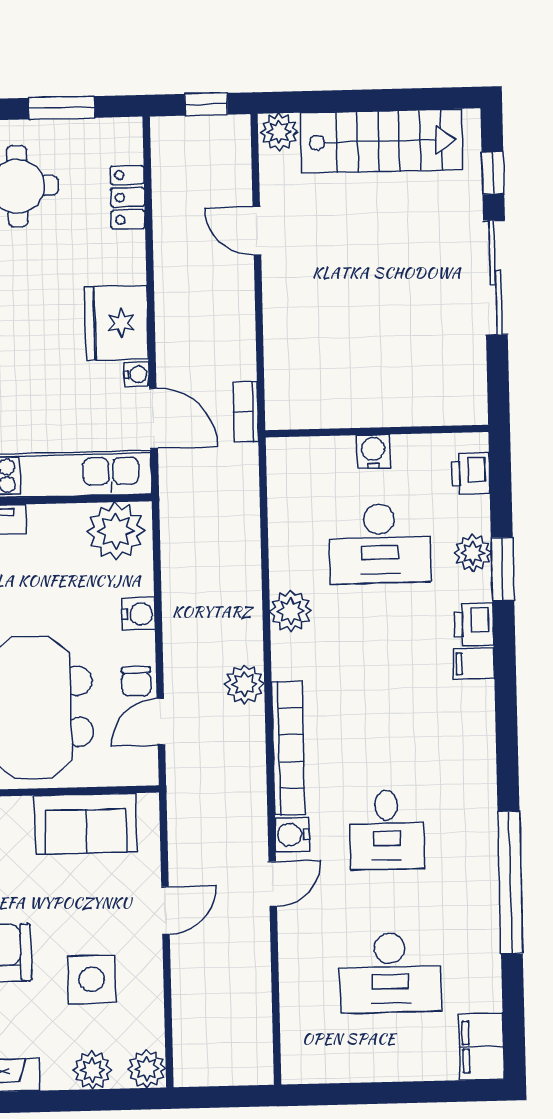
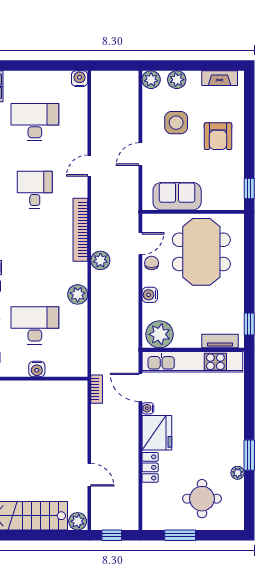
locker: (128, 197) -> (150, 467), moved
water cooler: (292, 835) -> (80, 79), moved, turned -90

